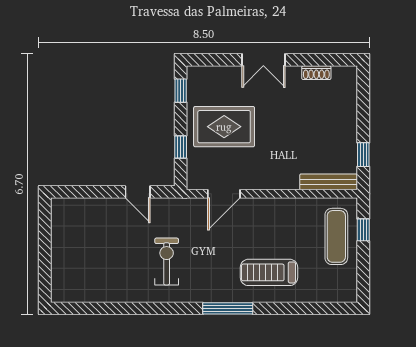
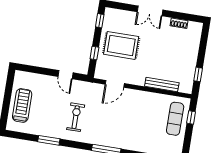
bench: (329, 182) -> (162, 85), moved
treadmill: (269, 272) -> (22, 105), moved, turned 90
window: (127, 308) -> (49, 140), added

